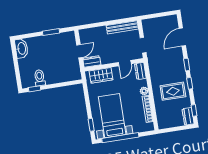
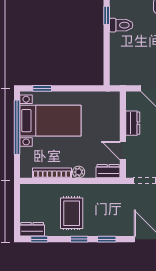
dresser: (92, 61) -> (133, 123), moved
wardrobe: (101, 75) -> (111, 114), removed

